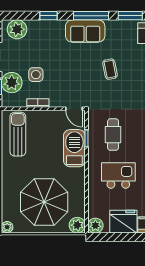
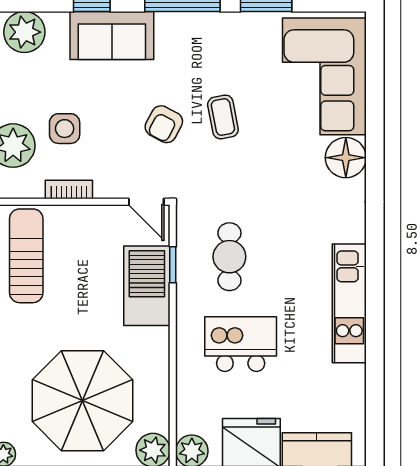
sofa: (85, 31) -> (112, 36), moved
armchair: (82, 72) -> (164, 124), added

